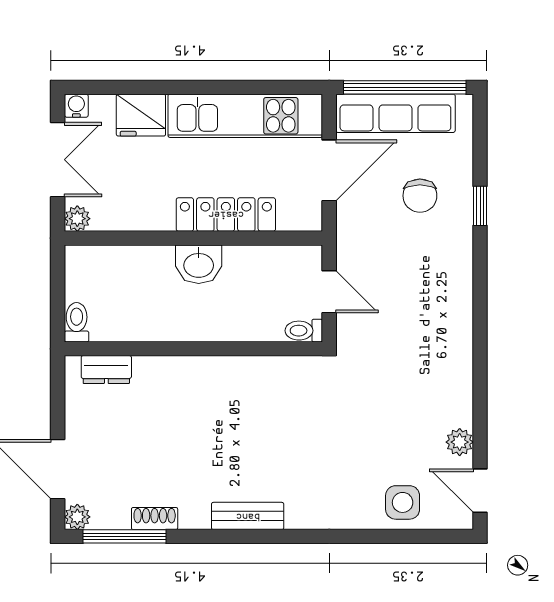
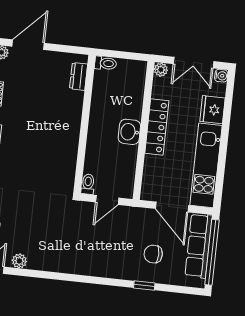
locker: (226, 214) -> (157, 127), moved

